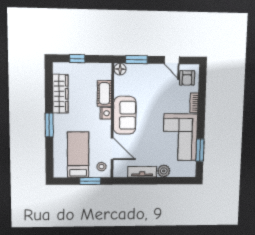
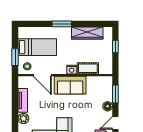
floor lamp: (120, 69) -> (108, 106), moved
door: (112, 149) -> (42, 75), hinge flipped

